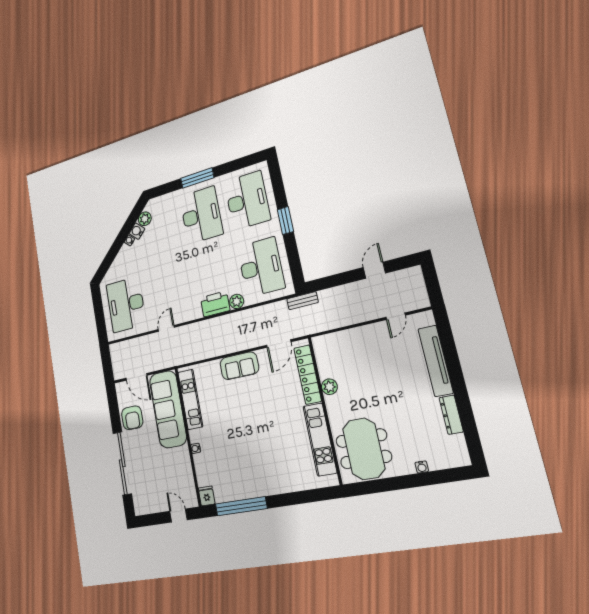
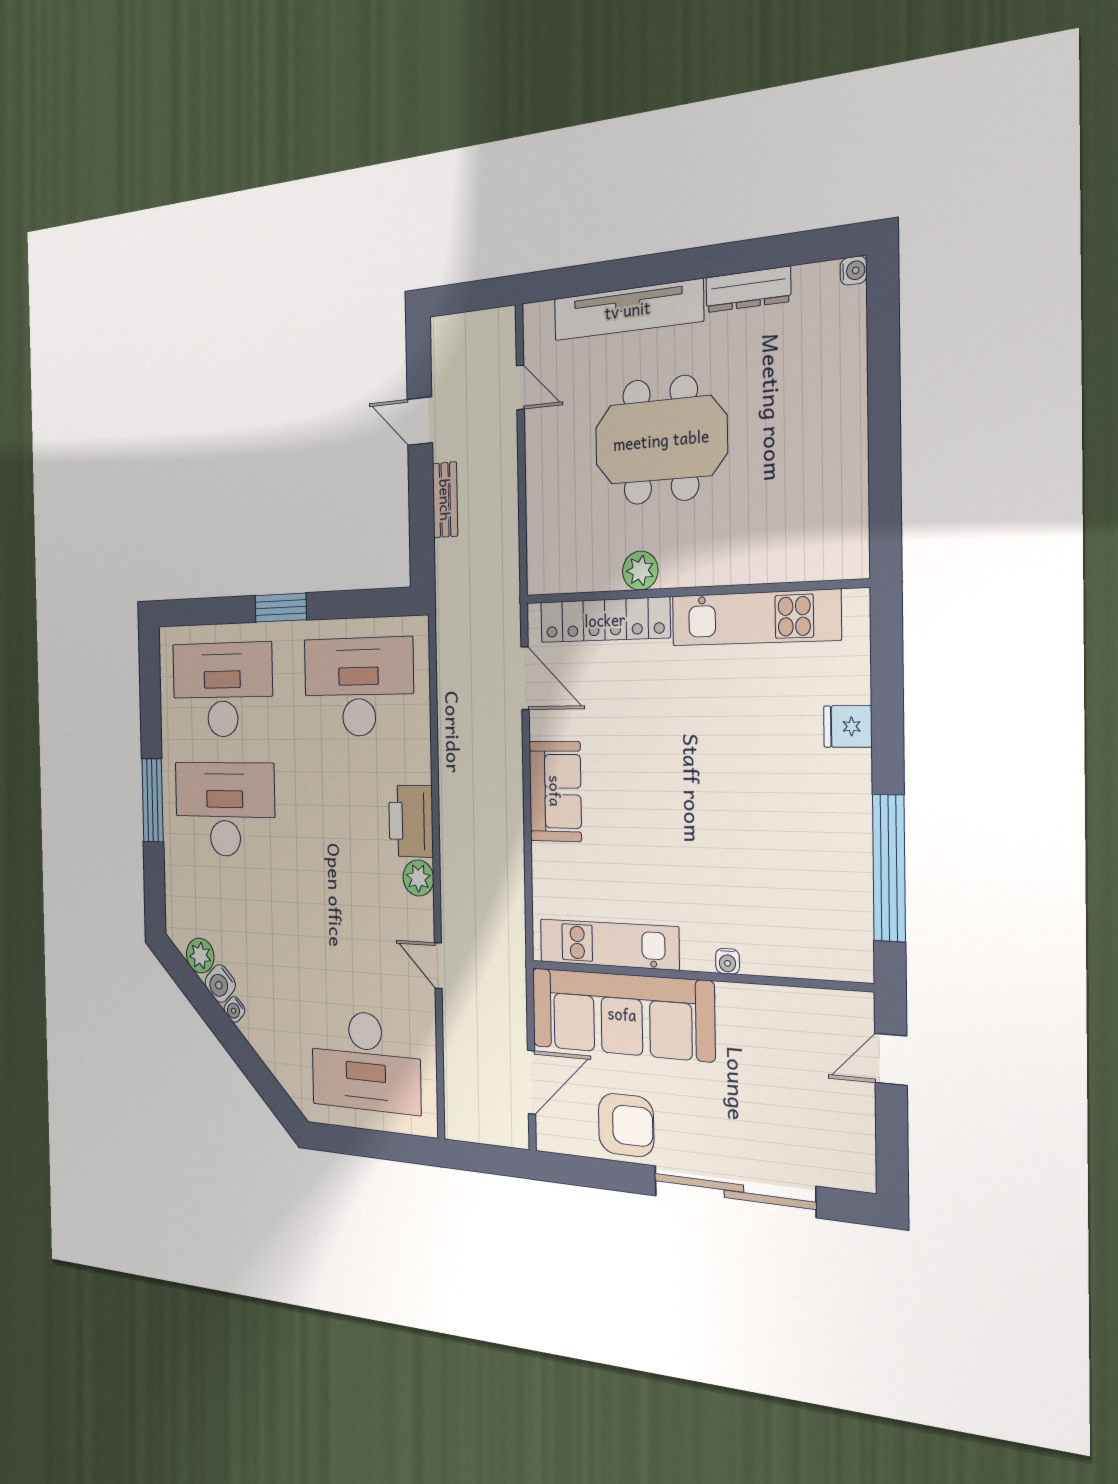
plant: (237, 301) -> (418, 878), moved
bench: (302, 301) -> (445, 500), moved
meeting table: (364, 449) -> (661, 440), moved
water cooler: (422, 467) -> (854, 271), moved
fridge: (207, 496) -> (848, 726), moved

